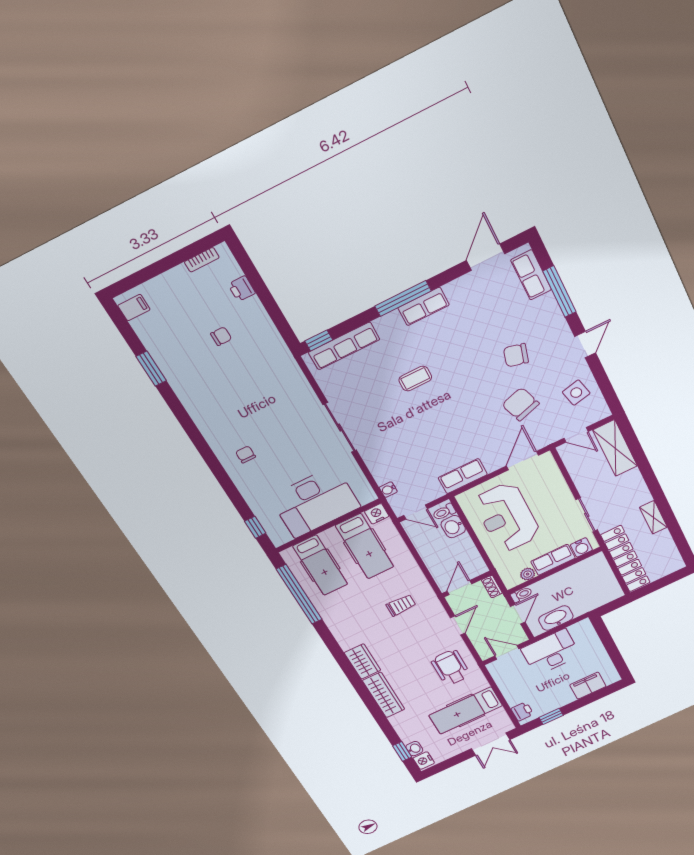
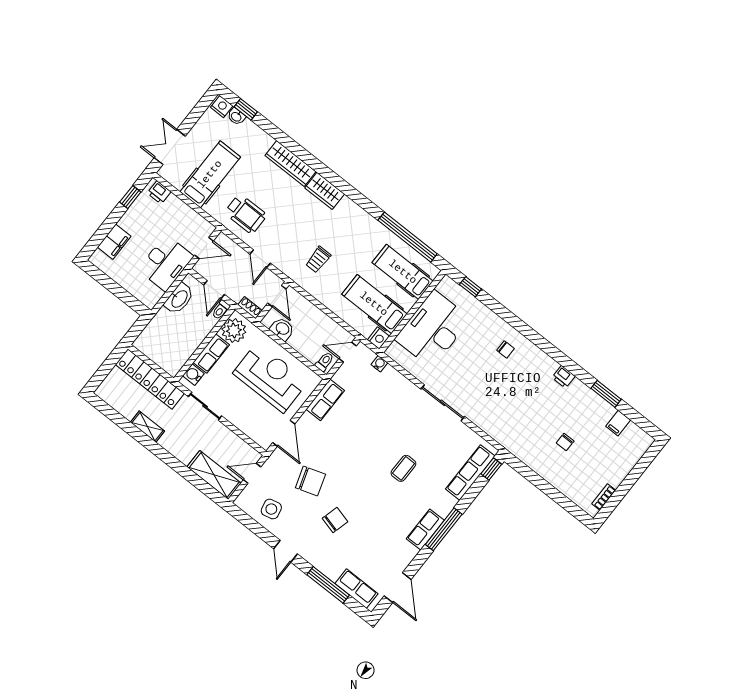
printer: (242, 289) -> (563, 377), moved, turned 180
filing cabinet: (134, 308) -> (618, 423), moved
washbasin: (453, 527) -> (282, 329), moved
plant: (528, 574) -> (234, 331), width x1.87, depth x1.87

